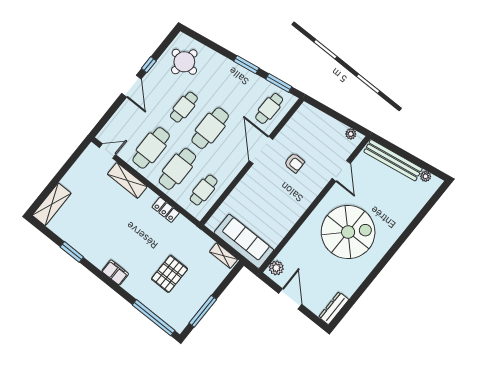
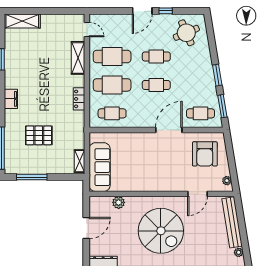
round table: (184, 62) -> (186, 33), turned -31
cafe table: (210, 128) -> (156, 85), width x0.73, depth x0.74
armchair: (294, 163) -> (205, 154), moved, width x1.88, depth x1.88
plant: (276, 268) -> (119, 202), moved

